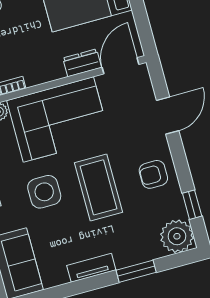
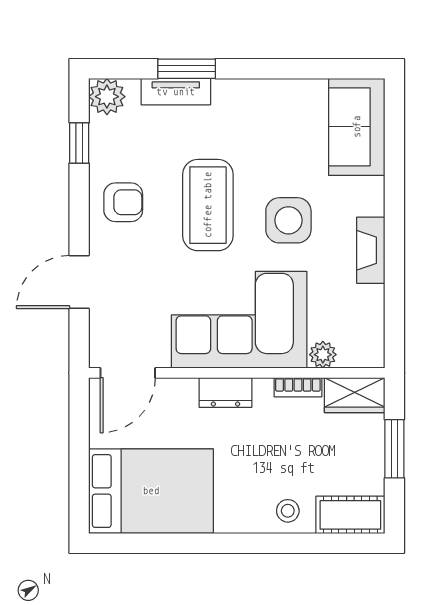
dresser: (82, 63) -> (225, 392), moved
plant: (177, 236) -> (107, 97), width x0.73, depth x0.73
tv unit: (91, 268) -> (176, 92), moved

